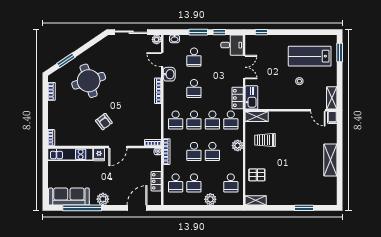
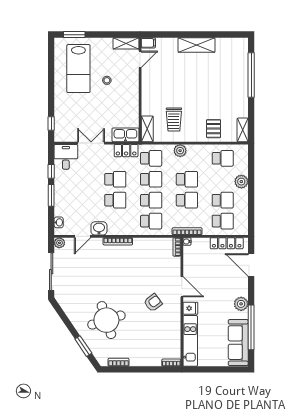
school desk: (194, 57) -> (115, 179), moved
locker: (156, 181) -> (227, 243), width x1.53
window: (304, 208) -> (251, 75), width x2.11

